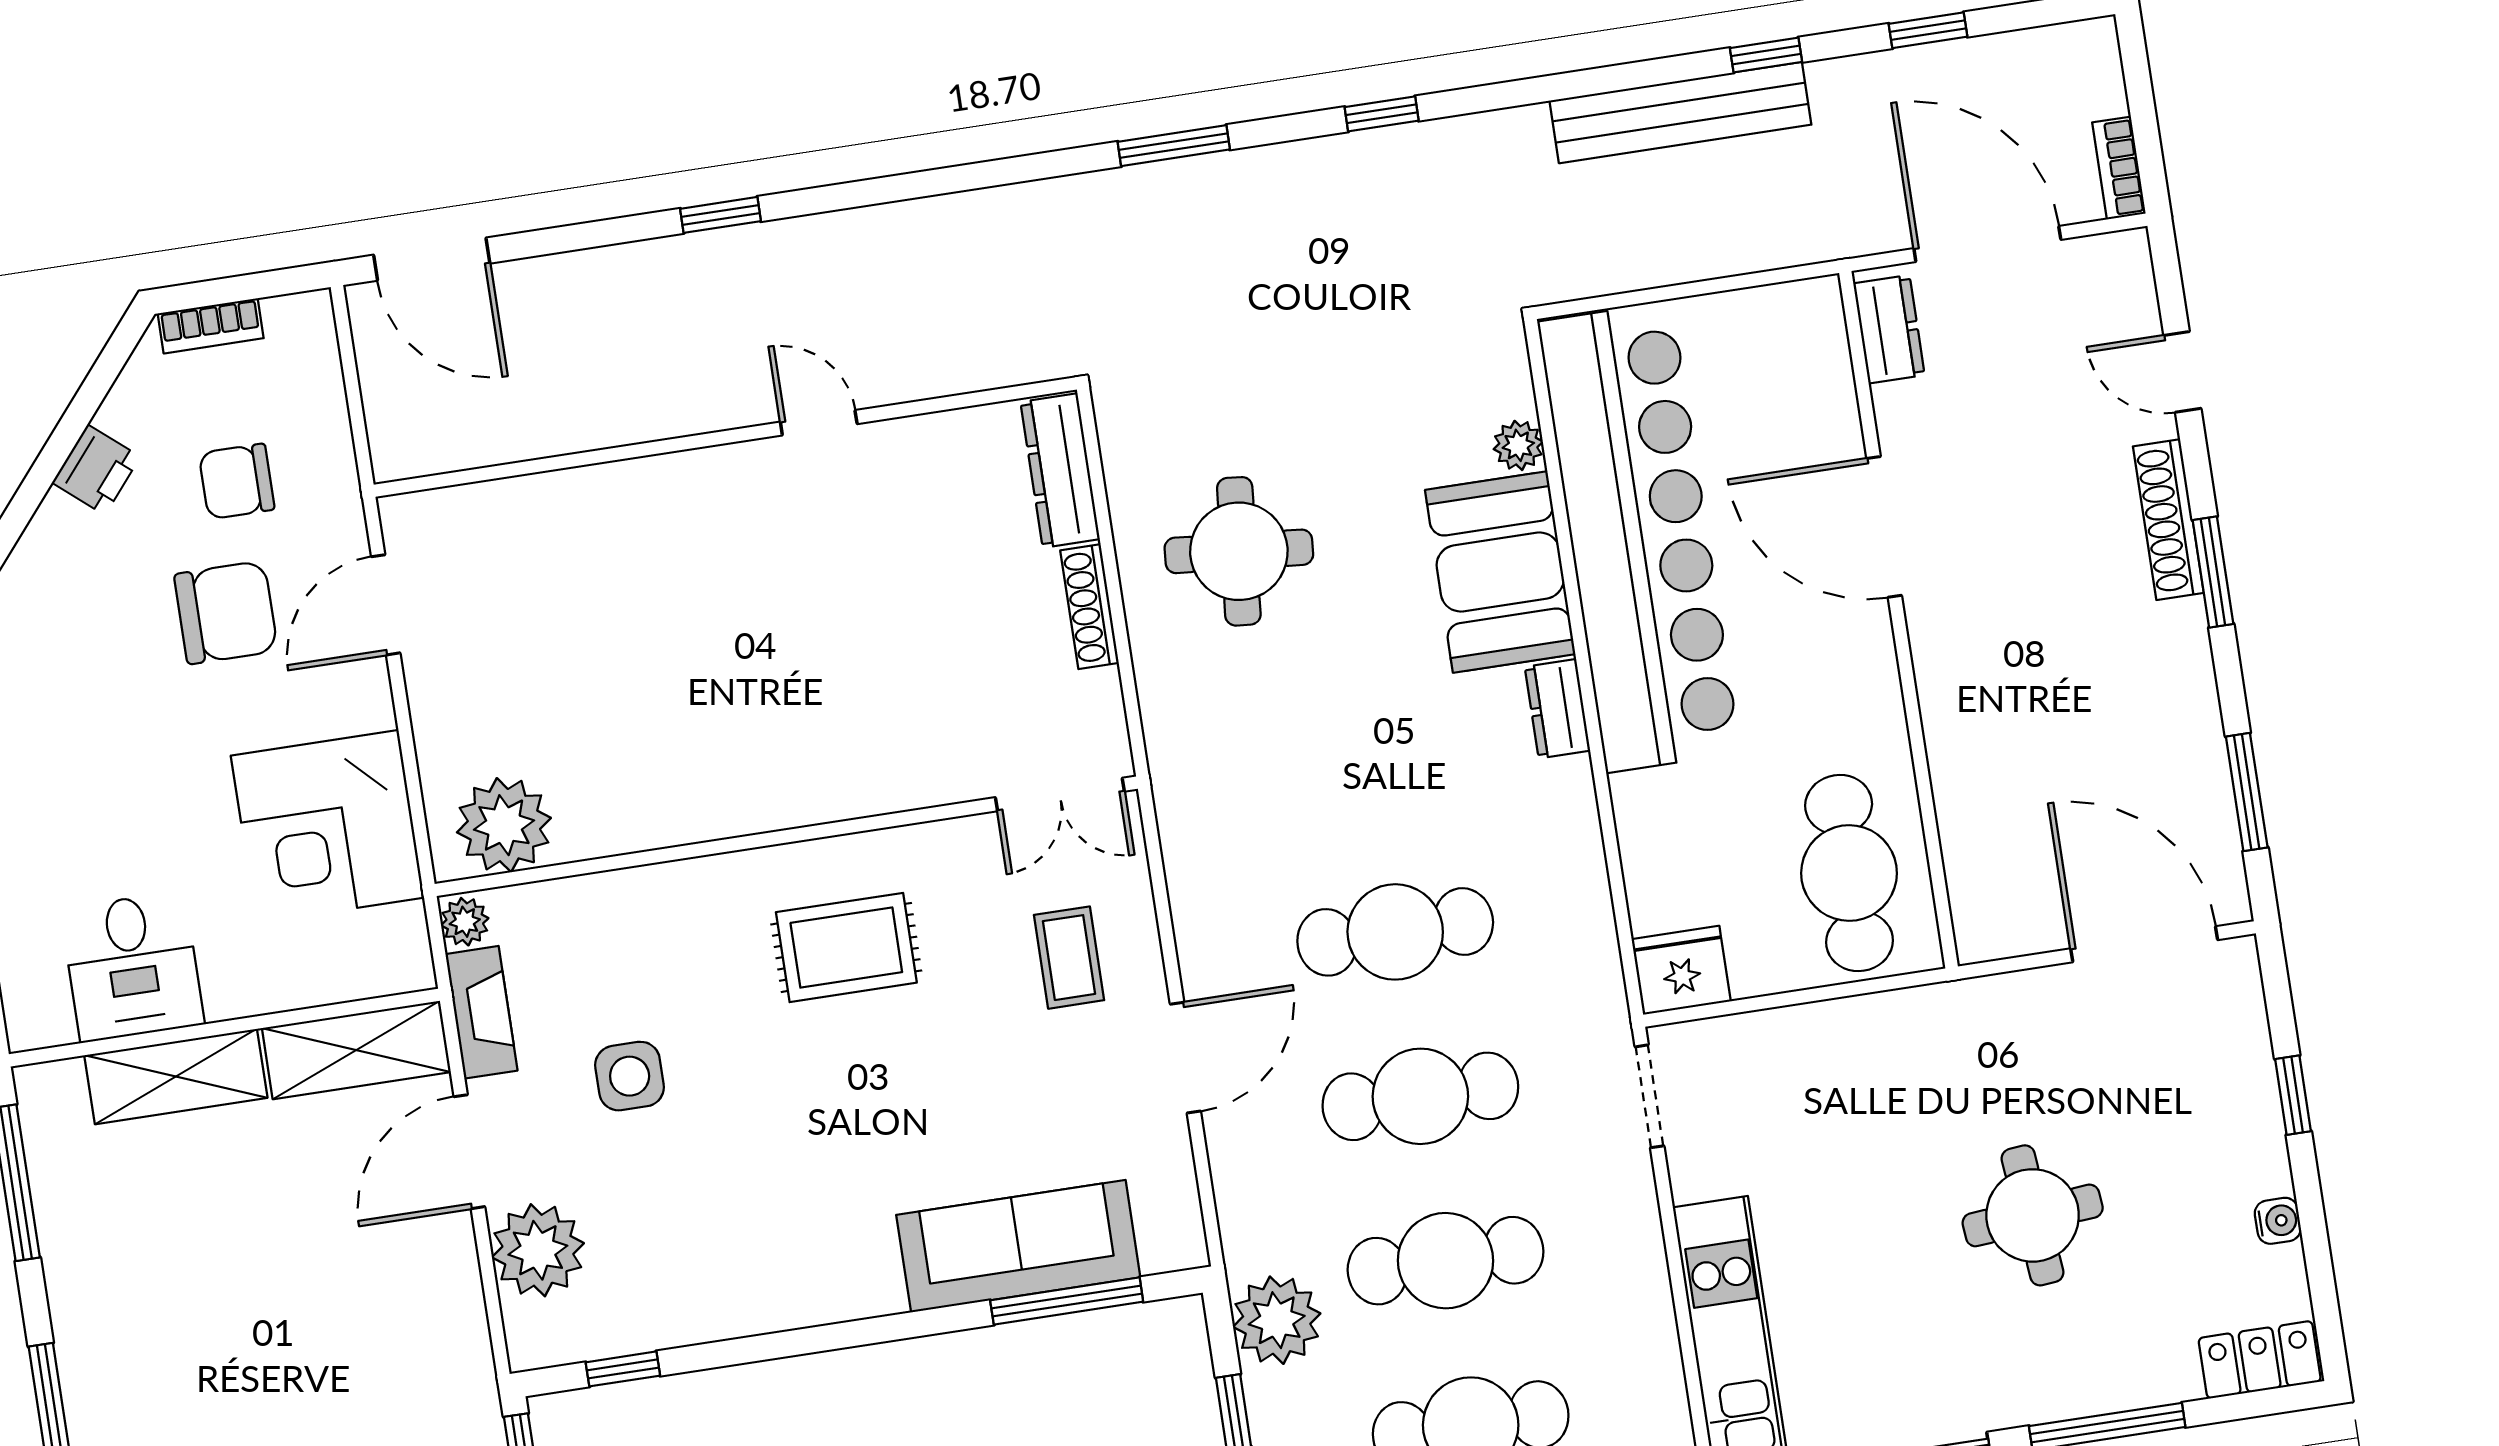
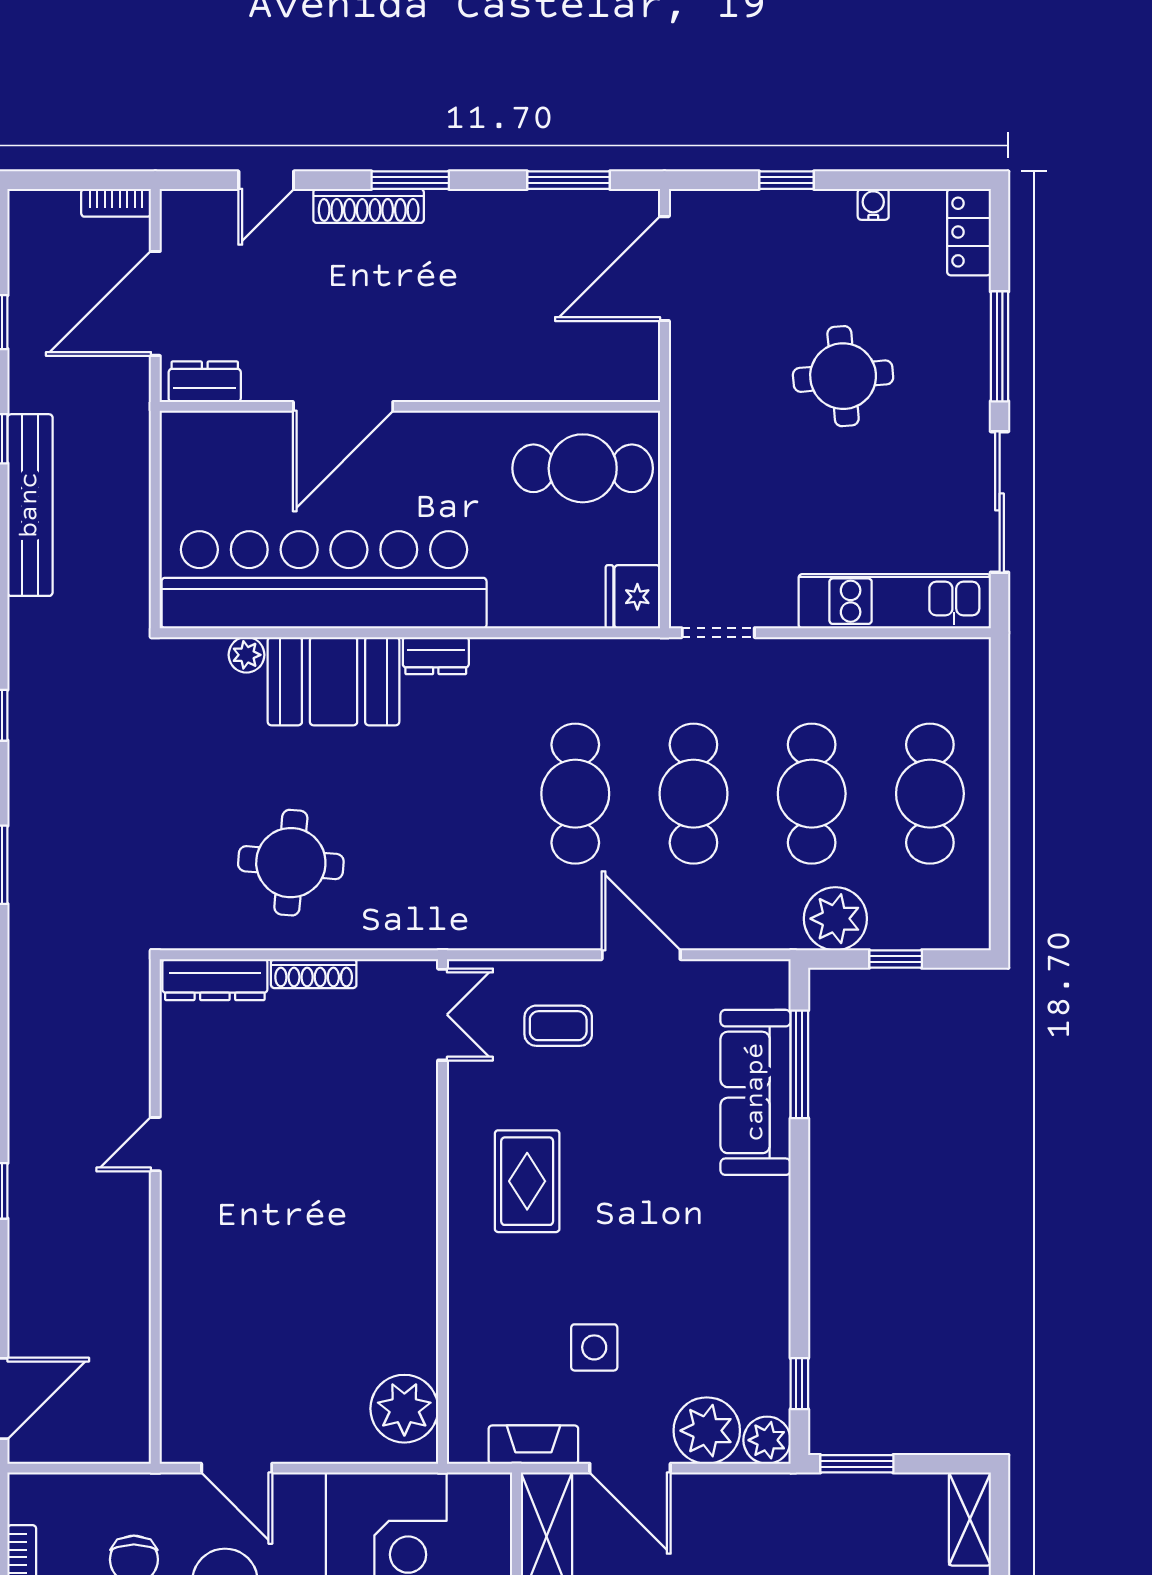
plant: (465, 922) -> (767, 1440), moved, width x1.38, depth x1.38

